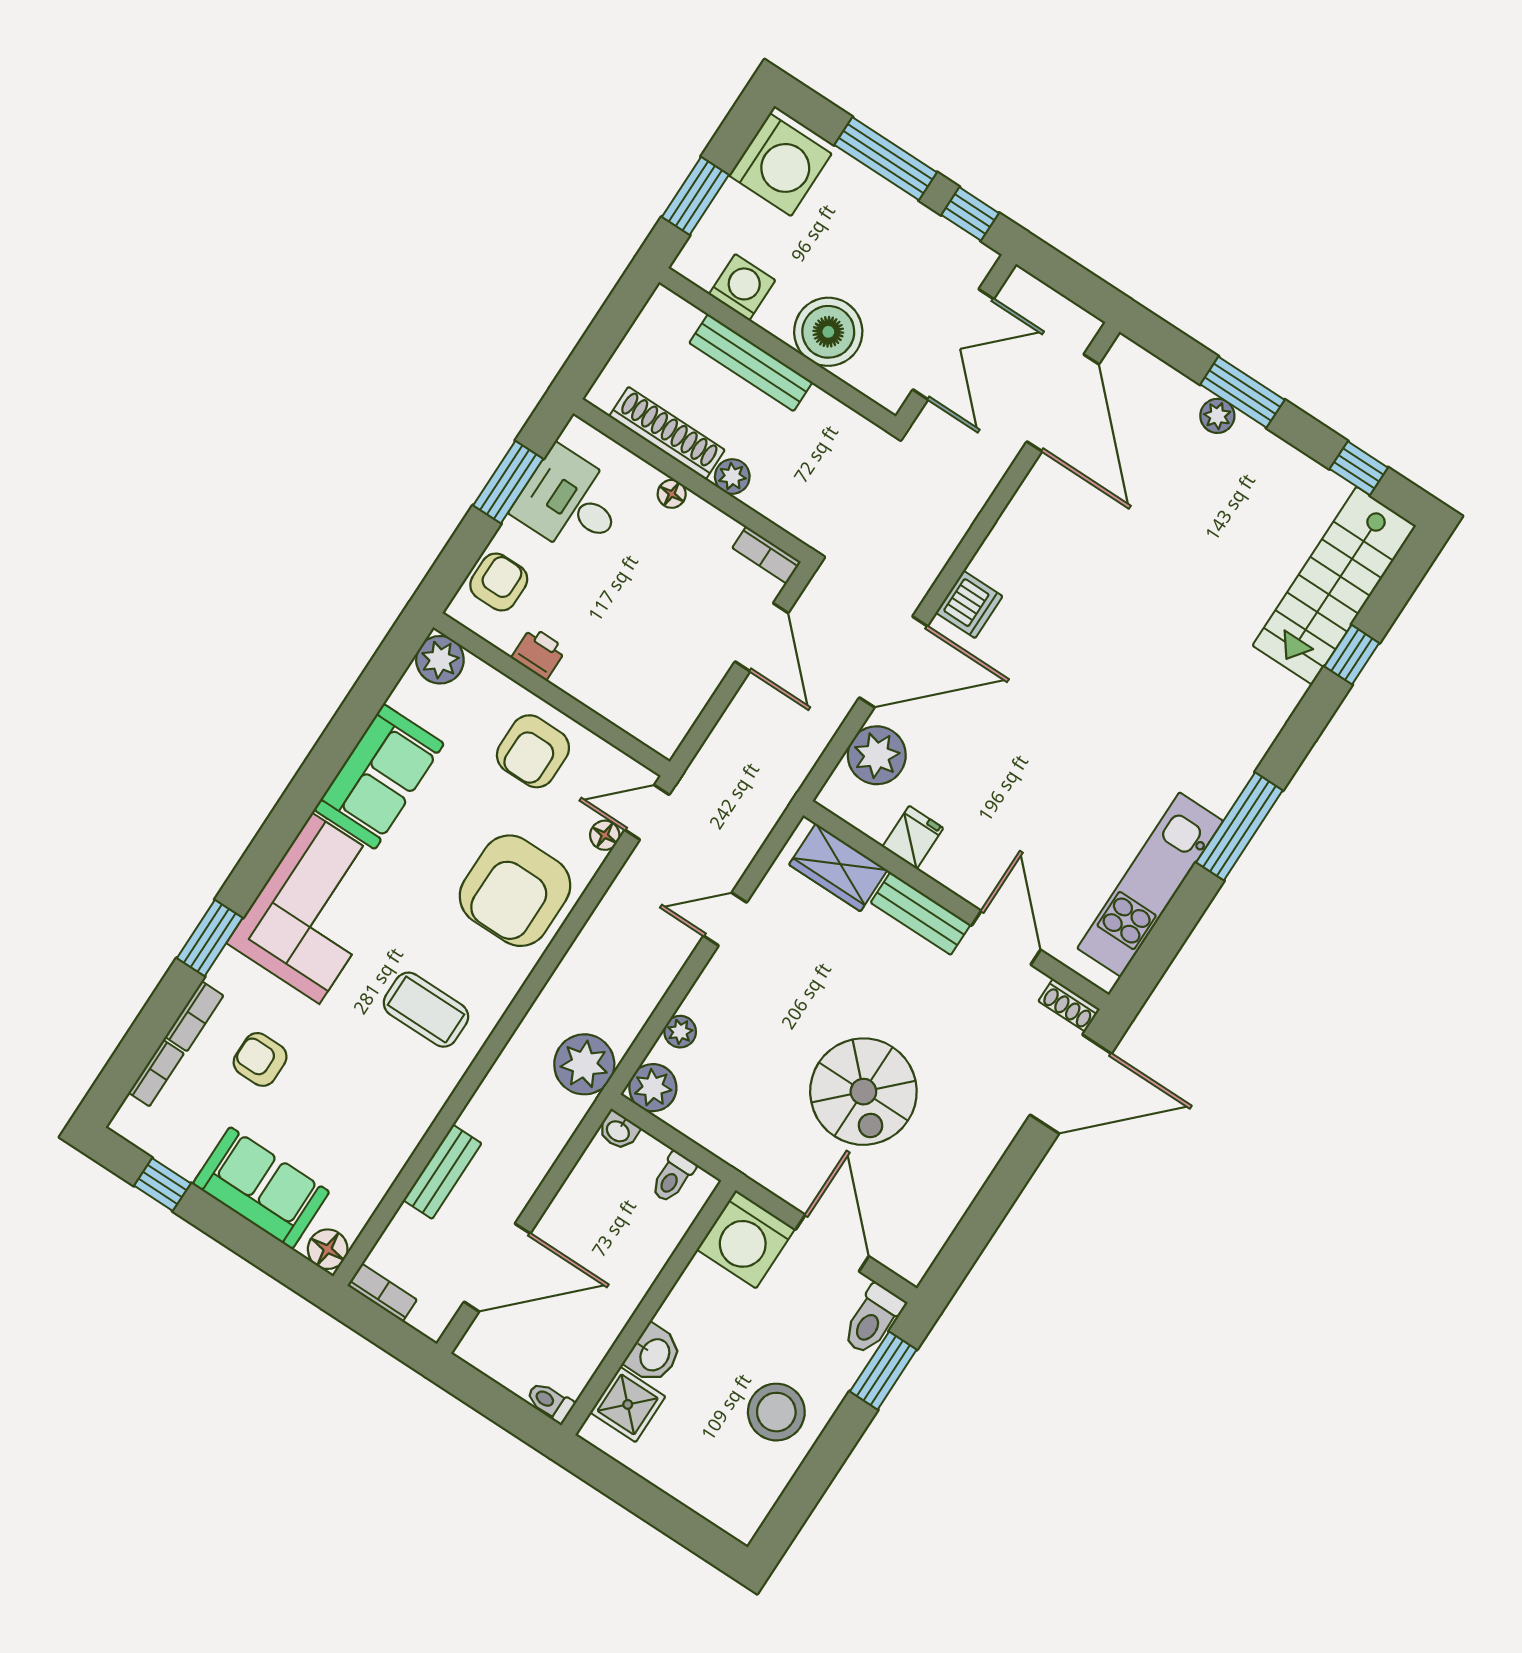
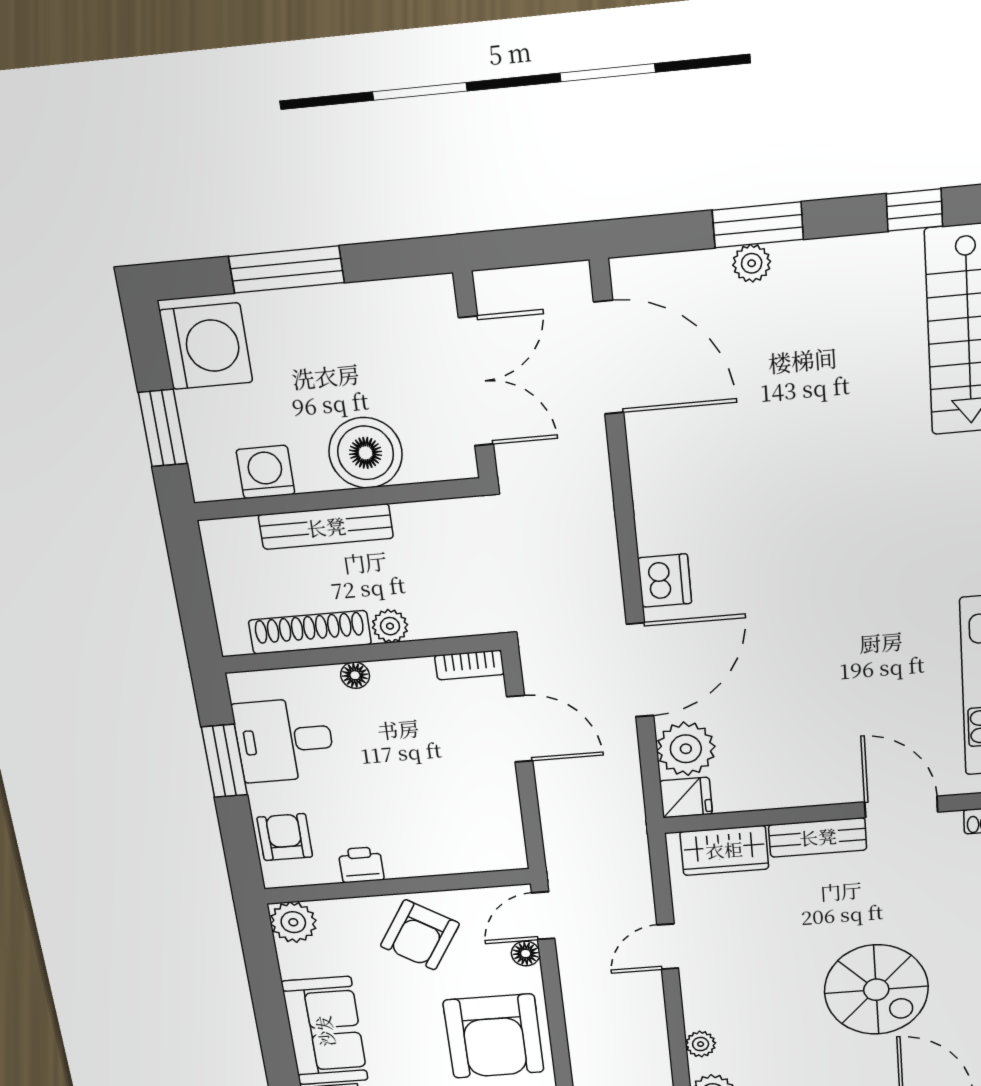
window: (970, 214) -> (397, 259), removed
armchair: (533, 751) -> (420, 935), turned 32
fridge: (913, 837) -> (686, 797), moved, turned 90

